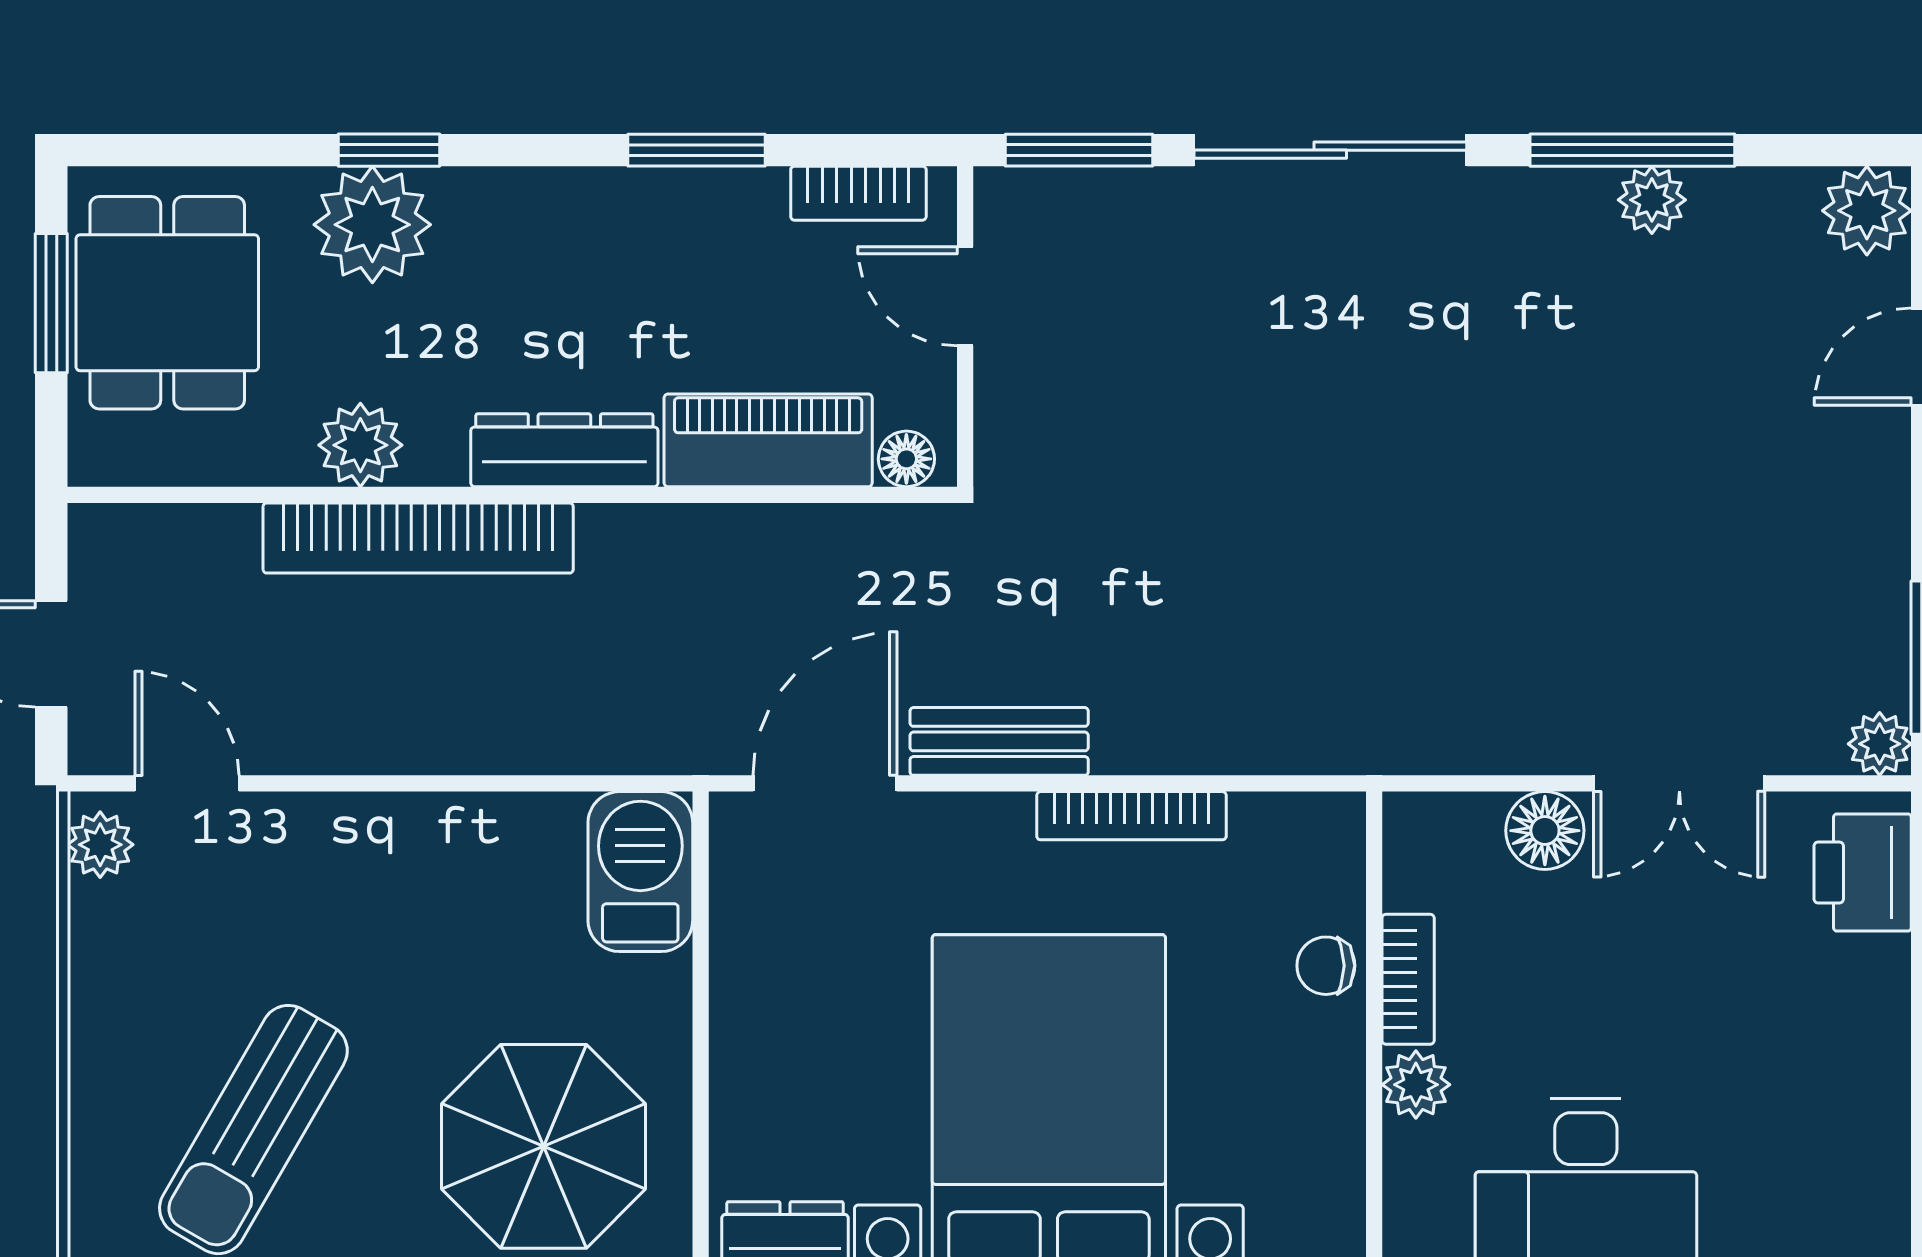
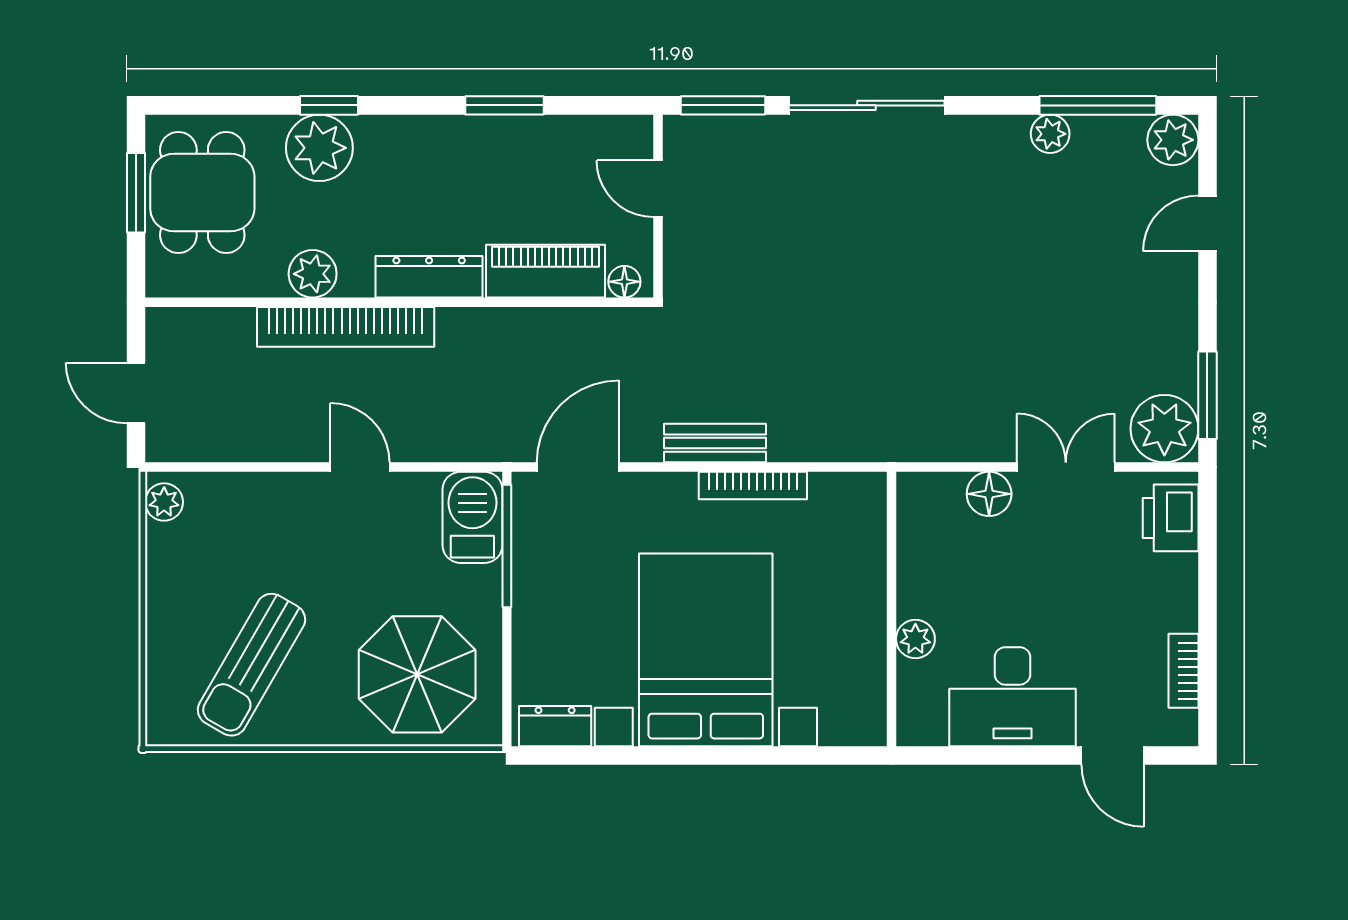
window: (1632, 150) -> (1098, 105), moved
bookcase: (858, 193) -> (597, 130), removed
bench: (999, 741) -> (715, 443), moved
plant: (1880, 744) -> (1164, 429), width x1.88, depth x1.88
door: (187, 783) -> (360, 467), moved
double door: (1679, 783) -> (1066, 467), swing flipped
window: (701, 922) -> (507, 546), added
chair: (1326, 966) -> (864, 571), removed
bookcase: (1408, 979) -> (1183, 671), moved, turned 180

